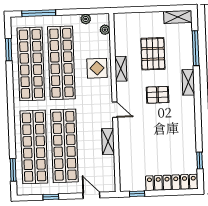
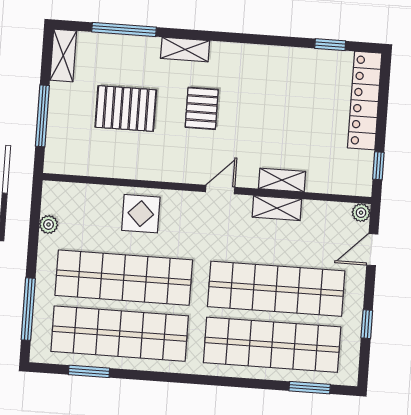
window: (144, 9) -> (42, 116), added
plant: (105, 30) -> (361, 213), moved
shelving: (121, 69) -> (282, 180), moved

